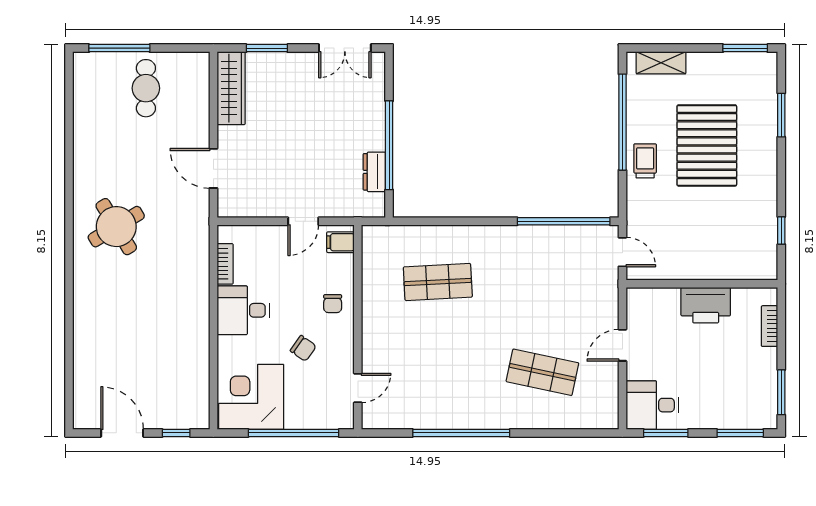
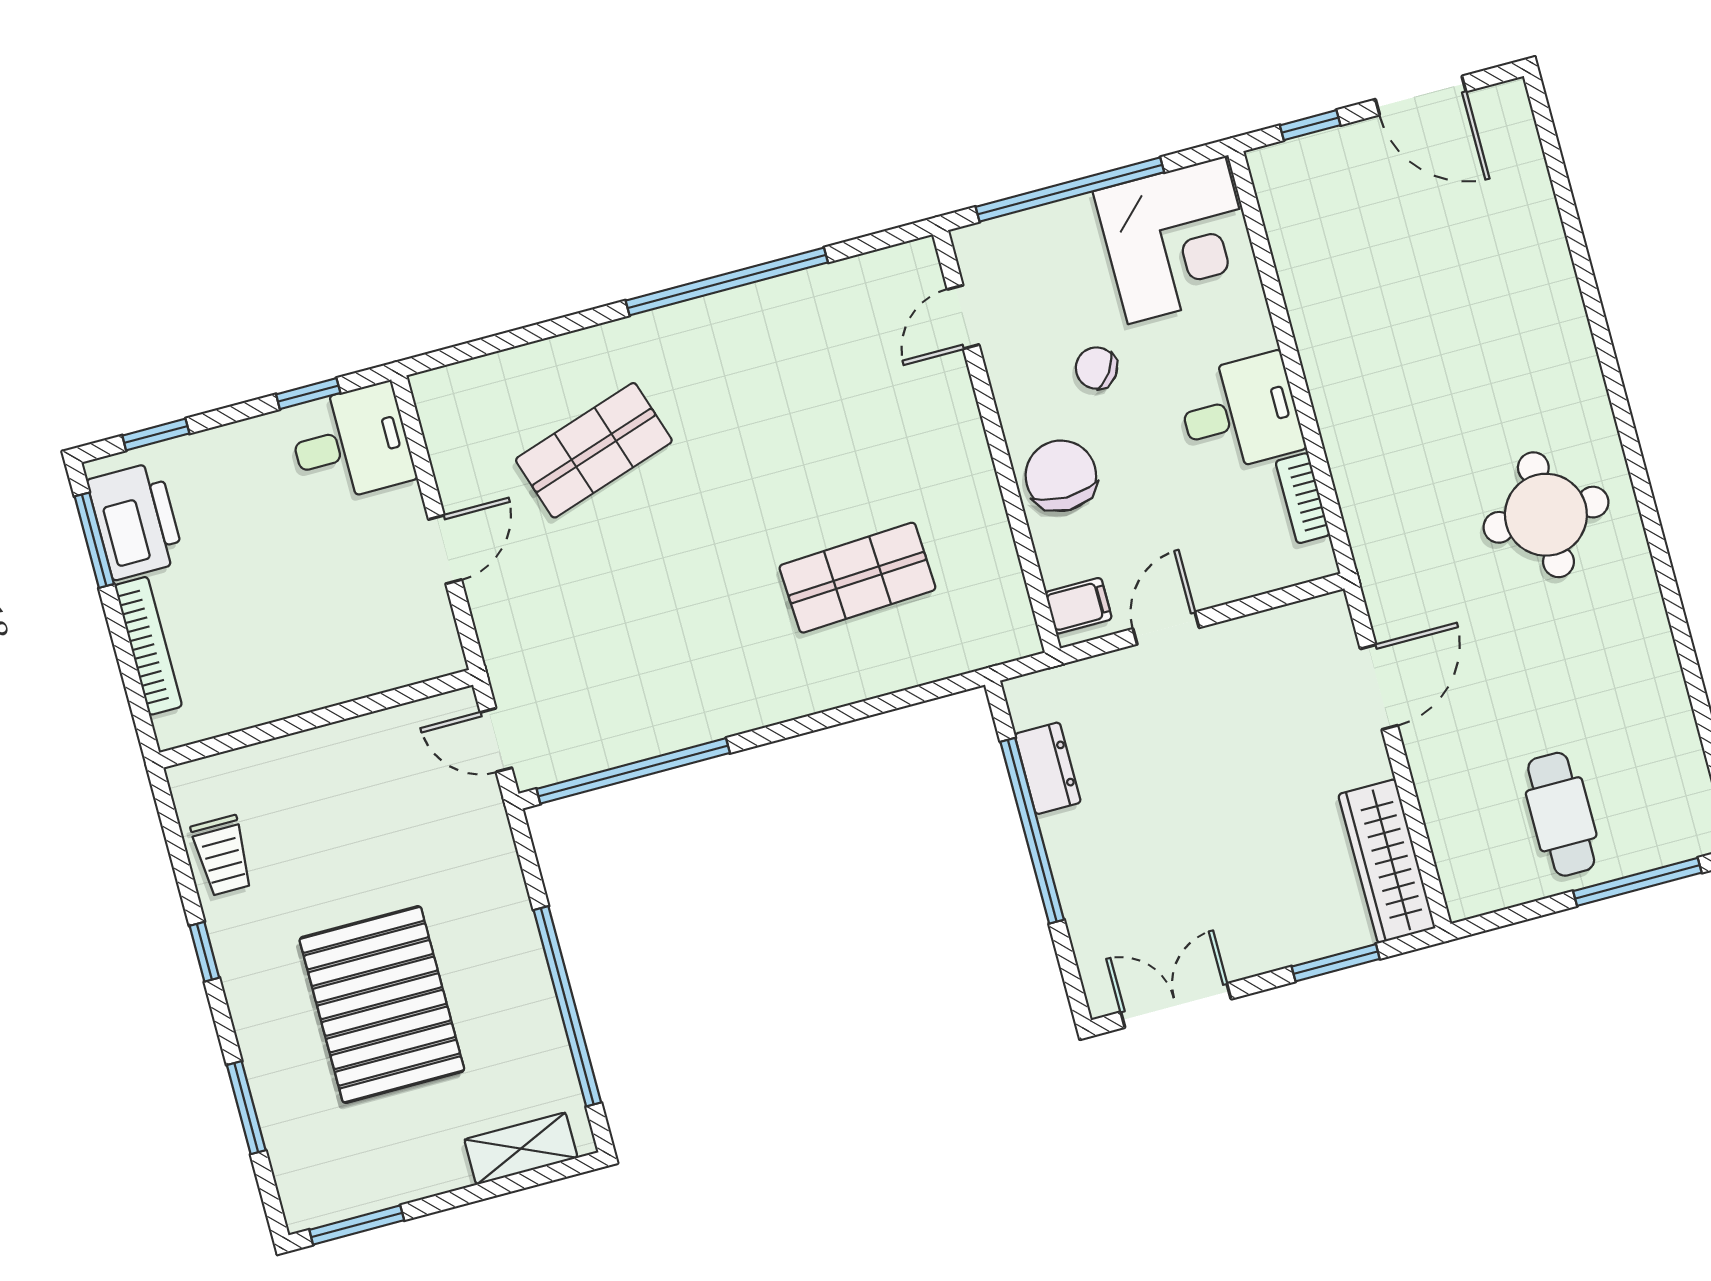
trolley: (645, 161) -> (222, 856), moved
door: (213, 168) -> (1379, 687), hinge flipped
round table: (116, 227) -> (1546, 515), turned 31
window: (781, 231) -> (204, 952), moved
chair: (333, 304) -> (1061, 476), width x1.87, depth x1.87
printer: (706, 305) -> (136, 521), moved, turned 90
bookcase: (769, 326) -> (148, 646), width x1.56
shop shelf: (542, 372) -> (594, 450), turned -30
window: (666, 433) -> (308, 394), width x0.67
window: (740, 433) -> (156, 434), width x0.67

